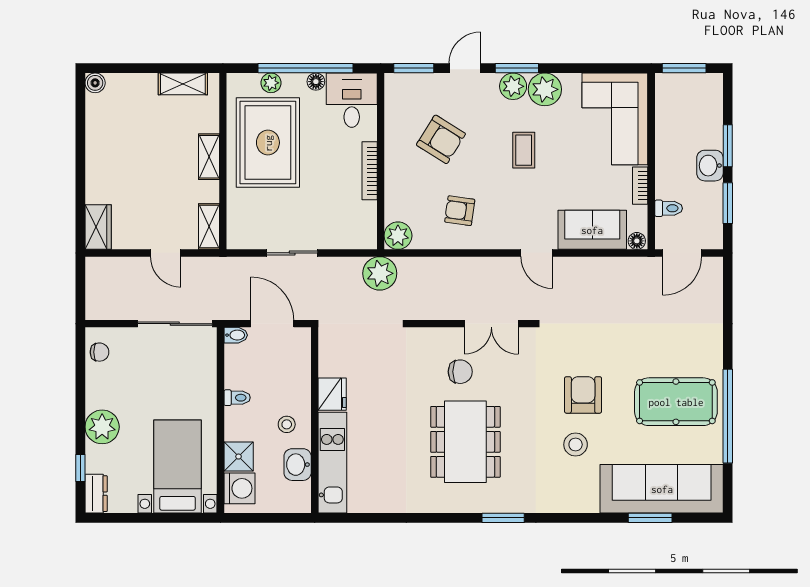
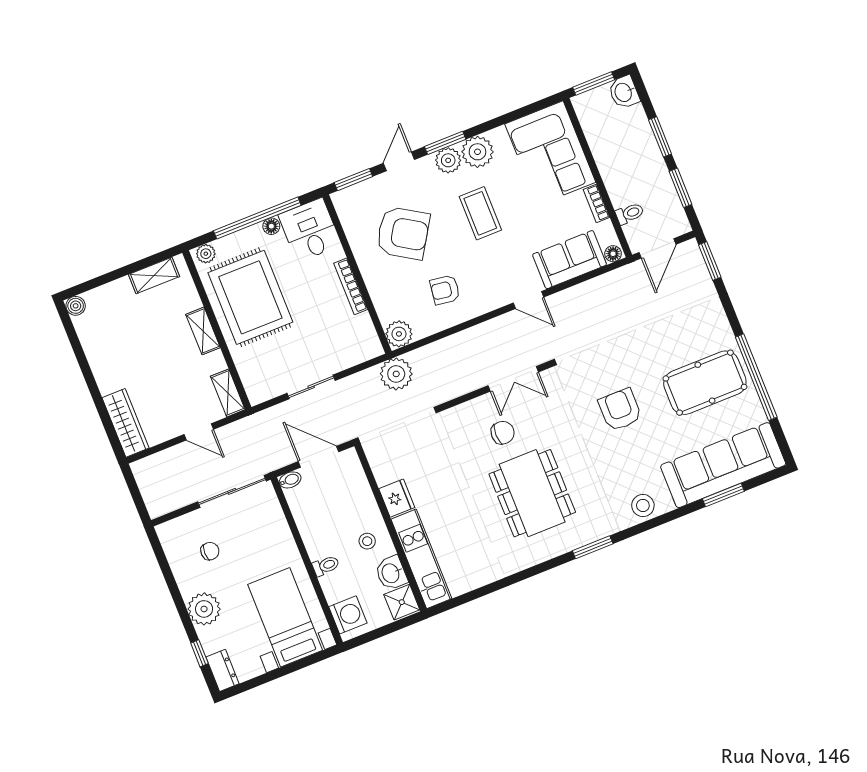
plant: (271, 83) -> (206, 254), moved
armchair: (441, 139) -> (403, 233), width x1.36, depth x1.36
coffee table: (524, 150) -> (480, 213), width x1.36, depth x1.30
washbasin: (710, 166) -> (624, 92), moved
wardrobe: (98, 227) -> (126, 423), width x1.50
window: (728, 286) -> (710, 261), added
chair: (99, 352) -> (210, 551), moved
toilet: (237, 398) -> (326, 566), moved
stool: (576, 445) -> (643, 505), moved
shower: (239, 457) -> (402, 602), moved

